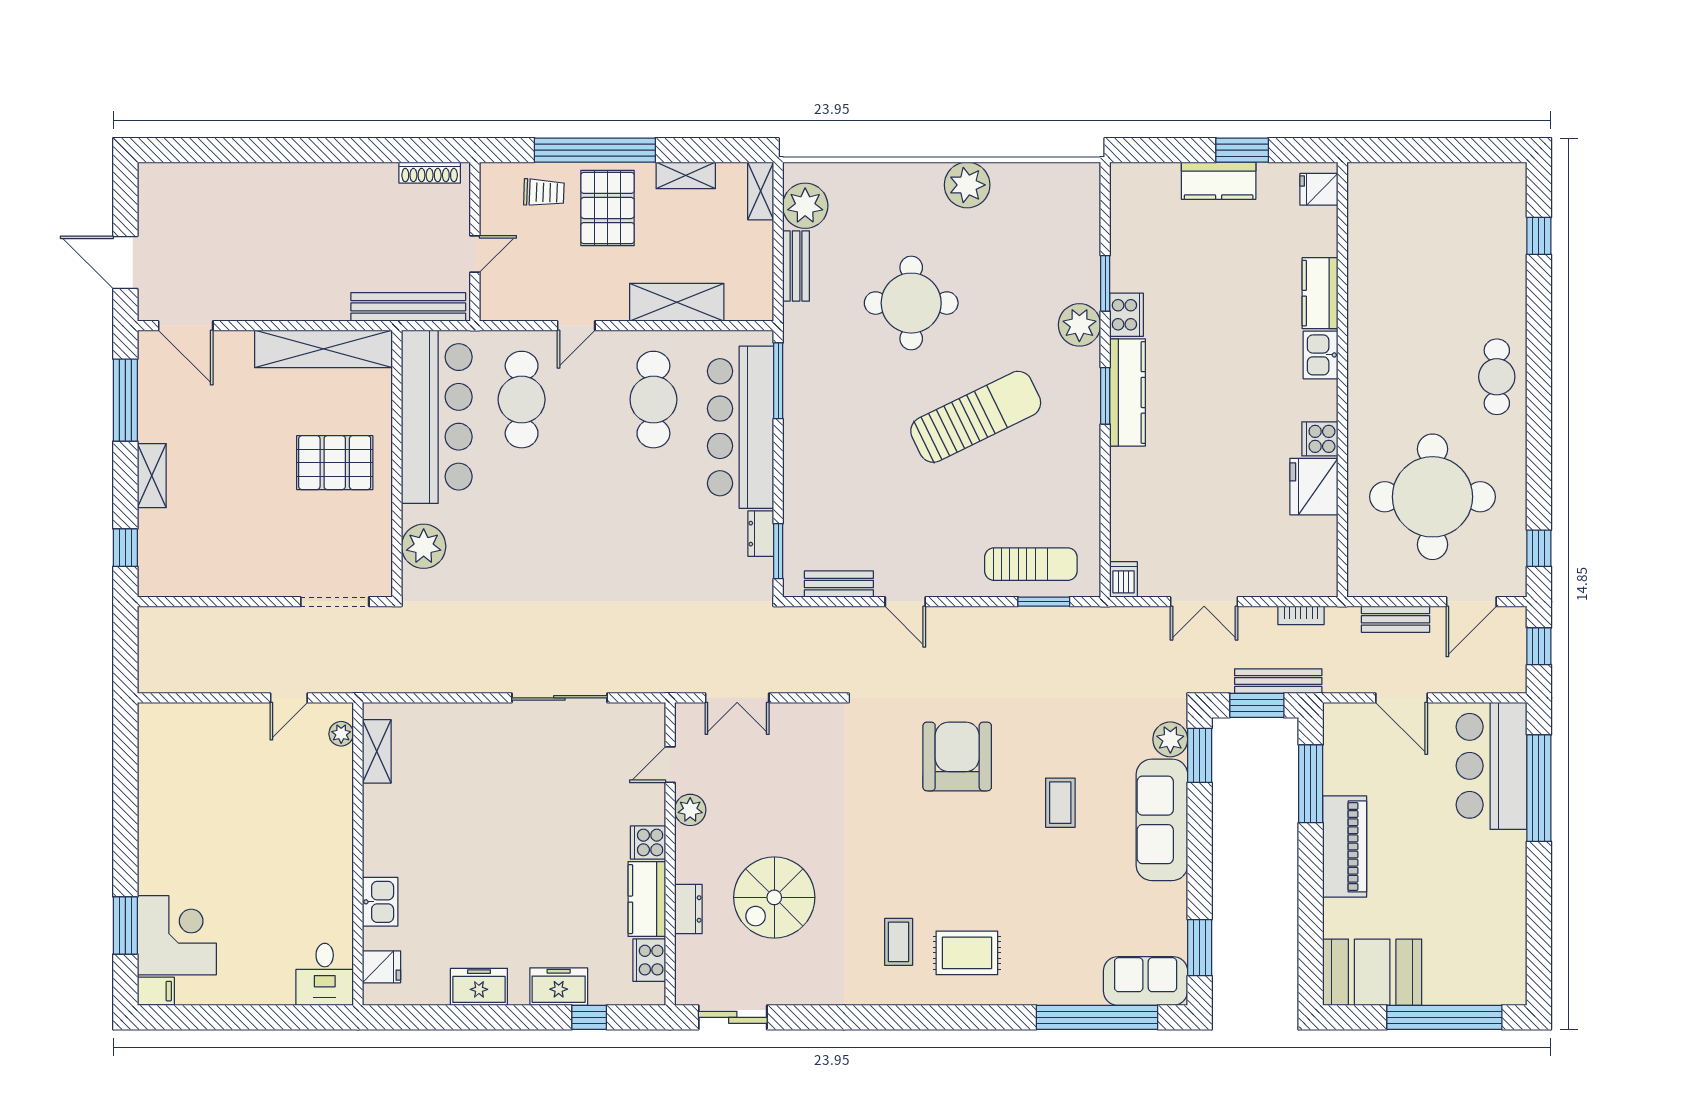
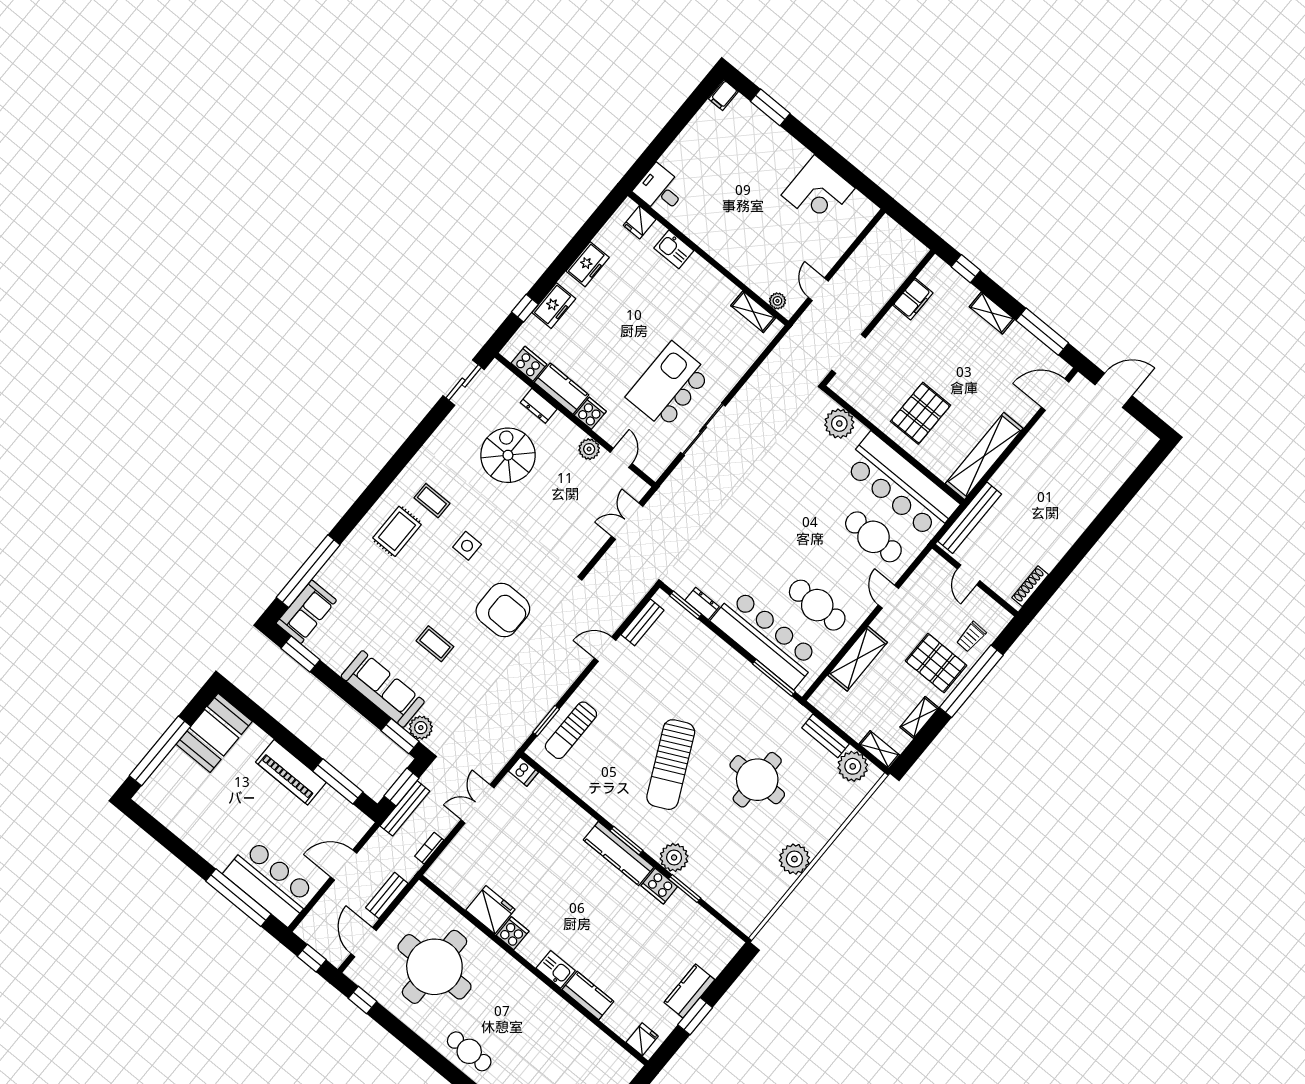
filing cabinet: (211, 580) -> (913, 299), added
kitchen island: (542, 779) -> (669, 385), added
side table: (917, 859) -> (467, 546), added
corner desk: (177, 935) -> (818, 192), moved

